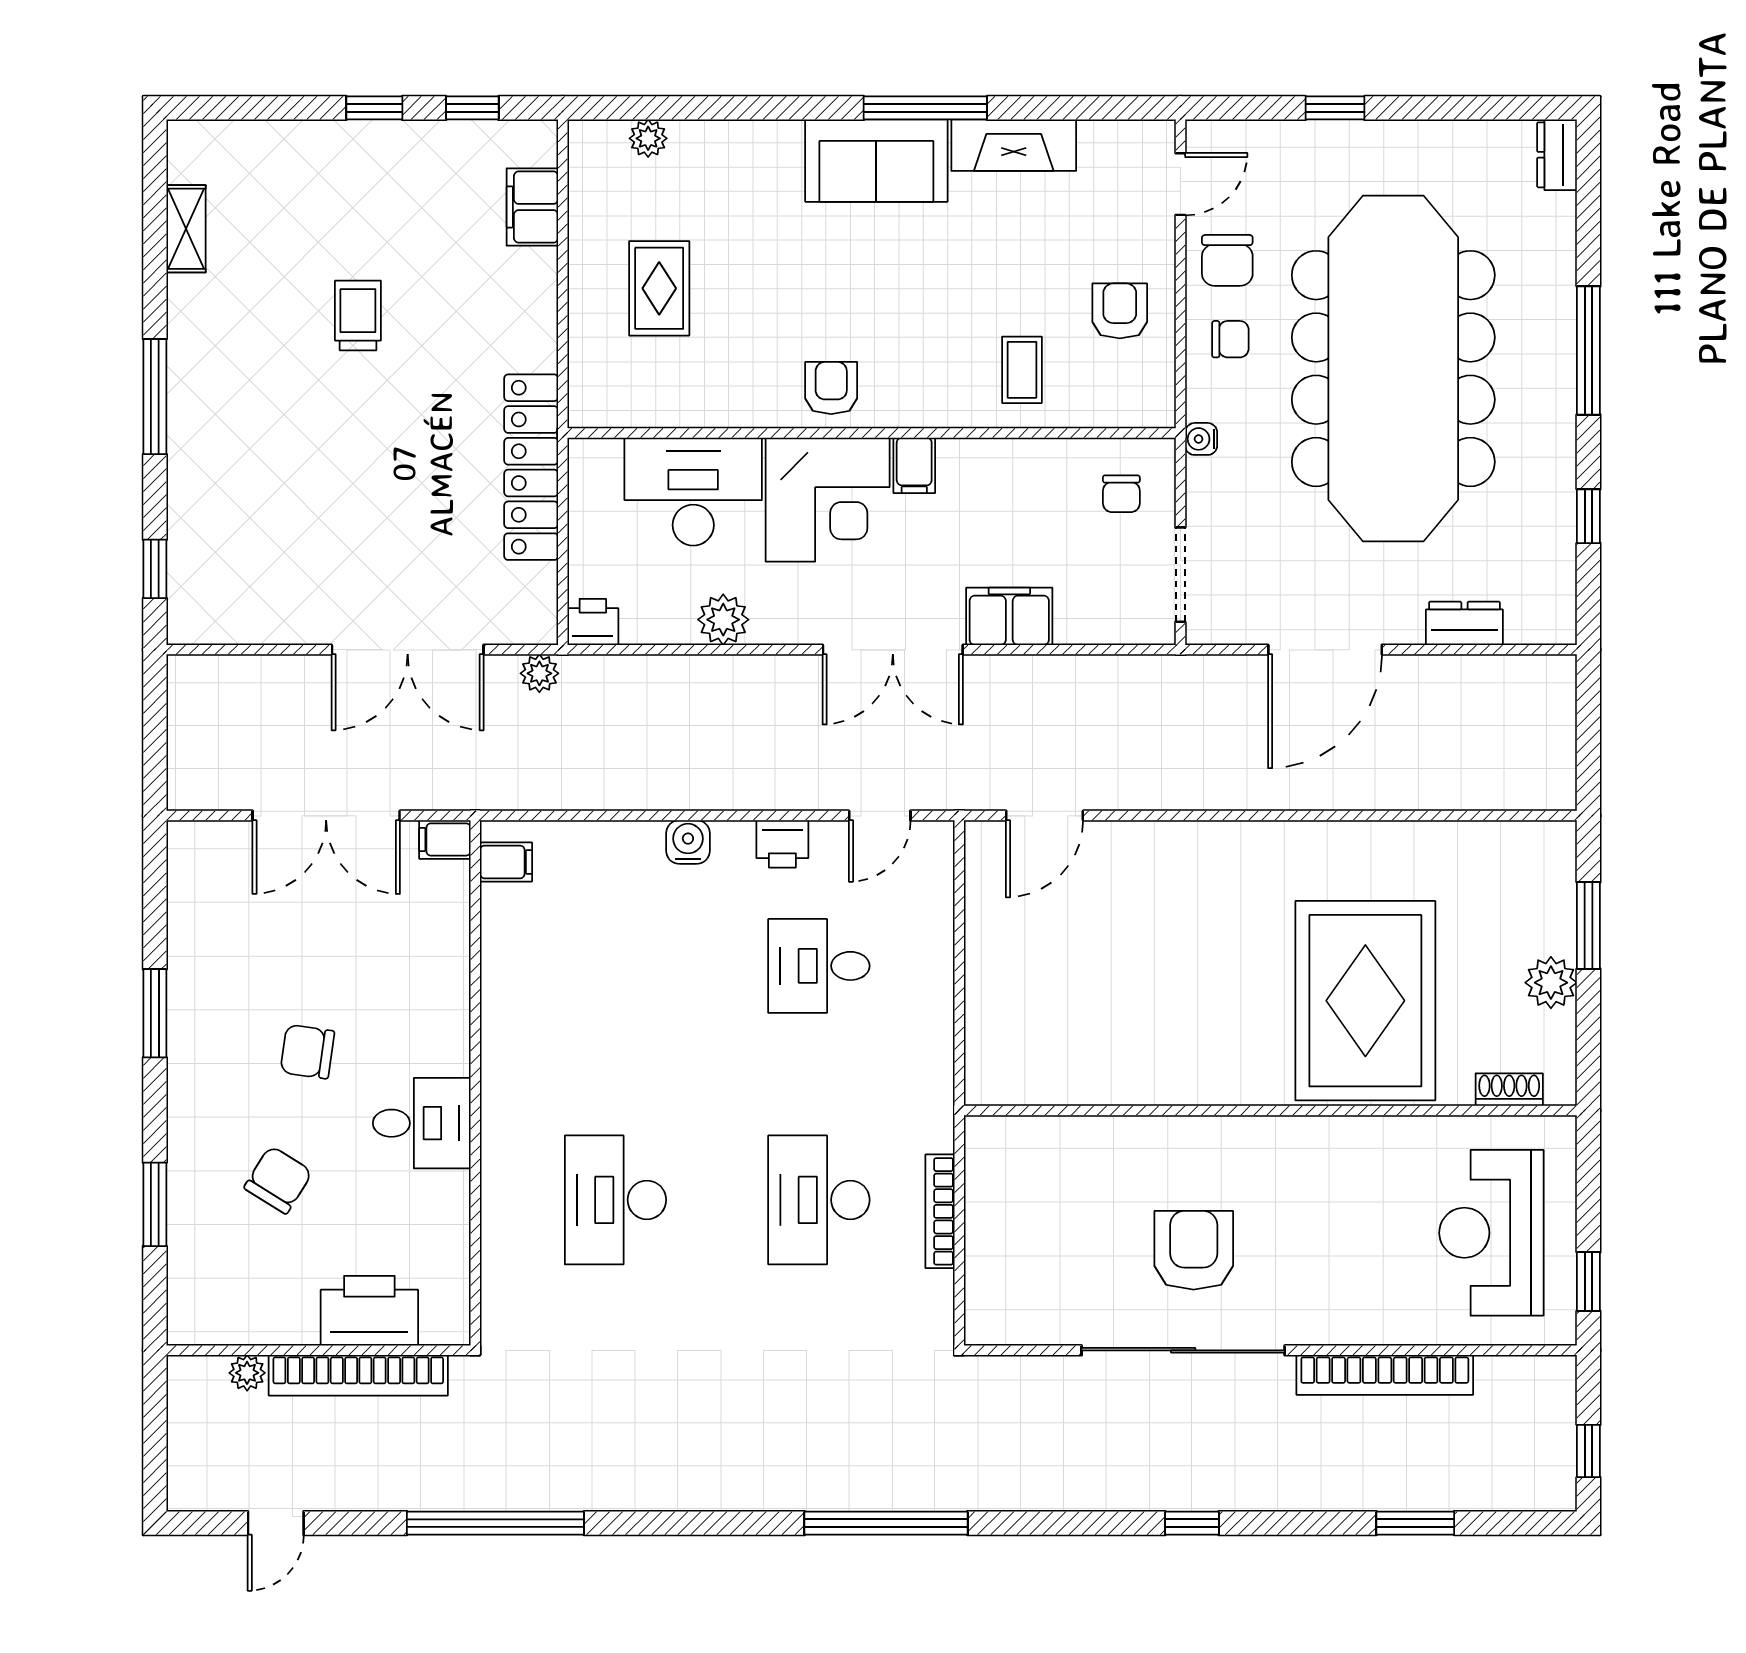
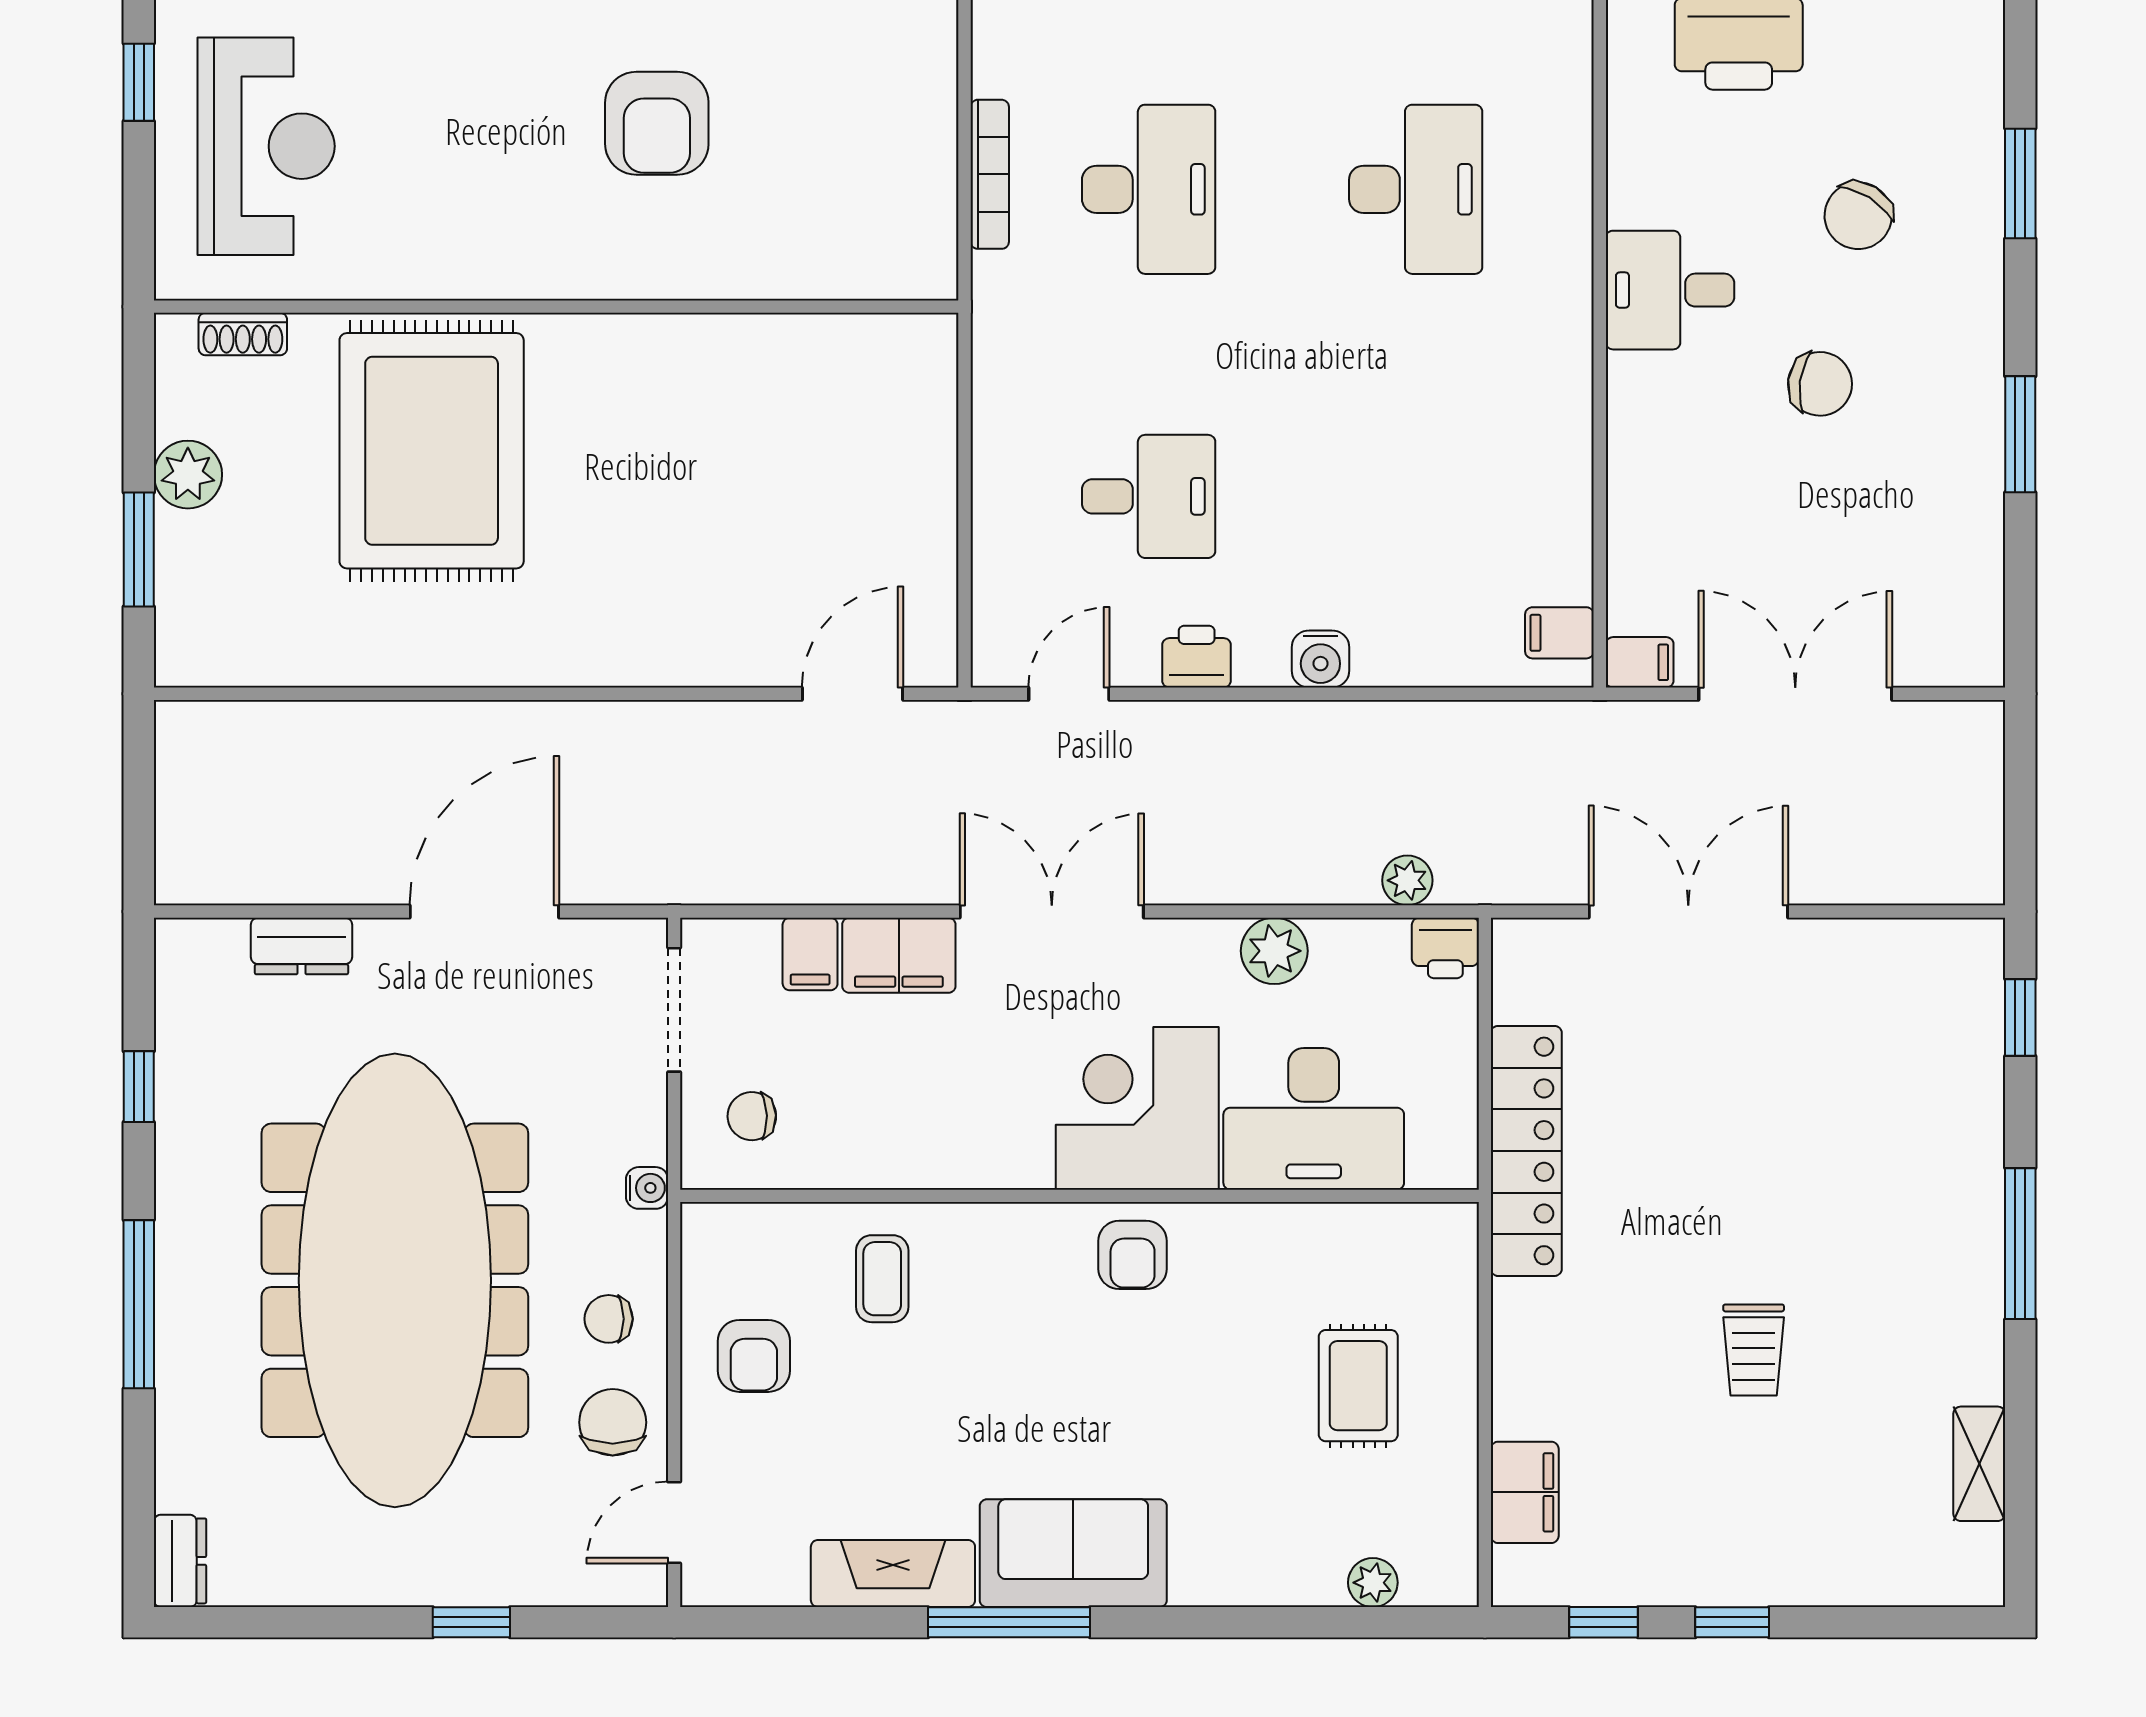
filing cabinet: (914, 465) -> (810, 954), moved, turned 180
chair: (1121, 494) -> (752, 1116), turned -92
plant: (539, 673) -> (1407, 880), moved

